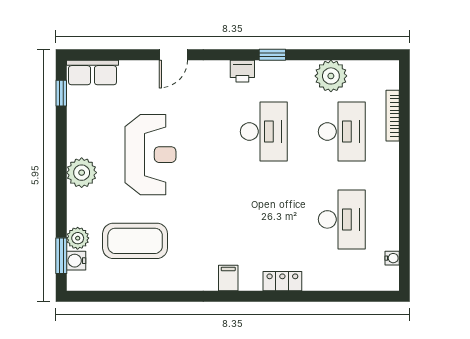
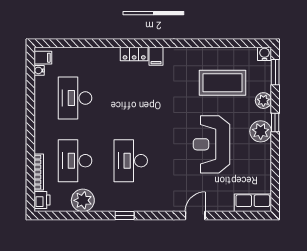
printer: (242, 71) -> (42, 200), moved, turned 90
window: (61, 93) -> (275, 123), moved
plant: (78, 238) -> (263, 101), moved
water cooler: (76, 261) -> (265, 54), moved, turned -90
filing cabinet: (387, 276) -> (43, 58), added
locker: (282, 281) -> (134, 54), moved

